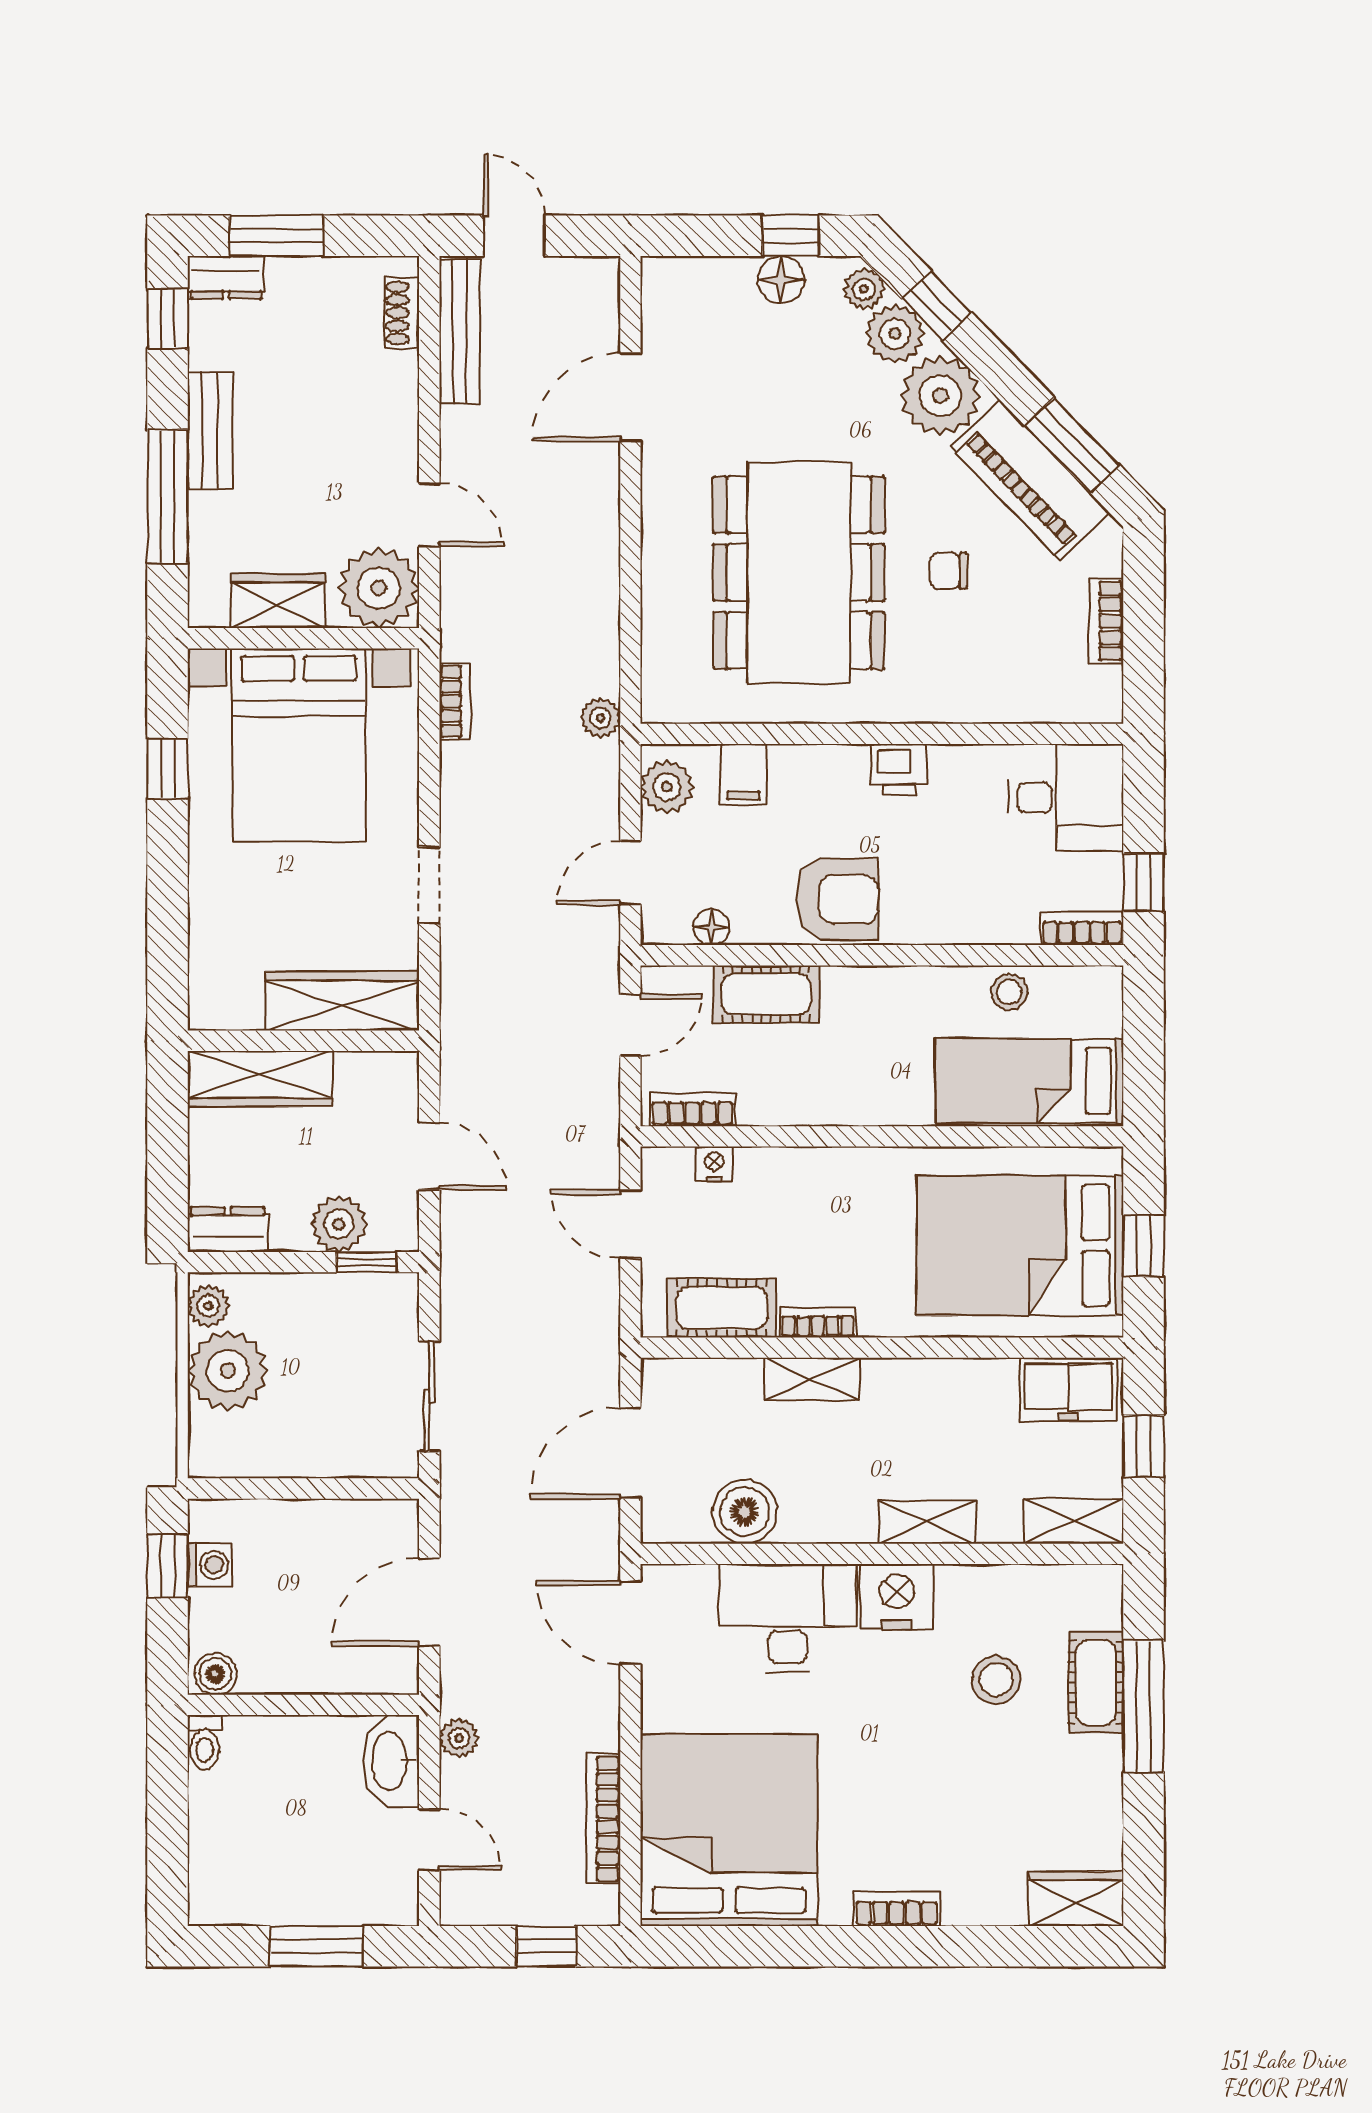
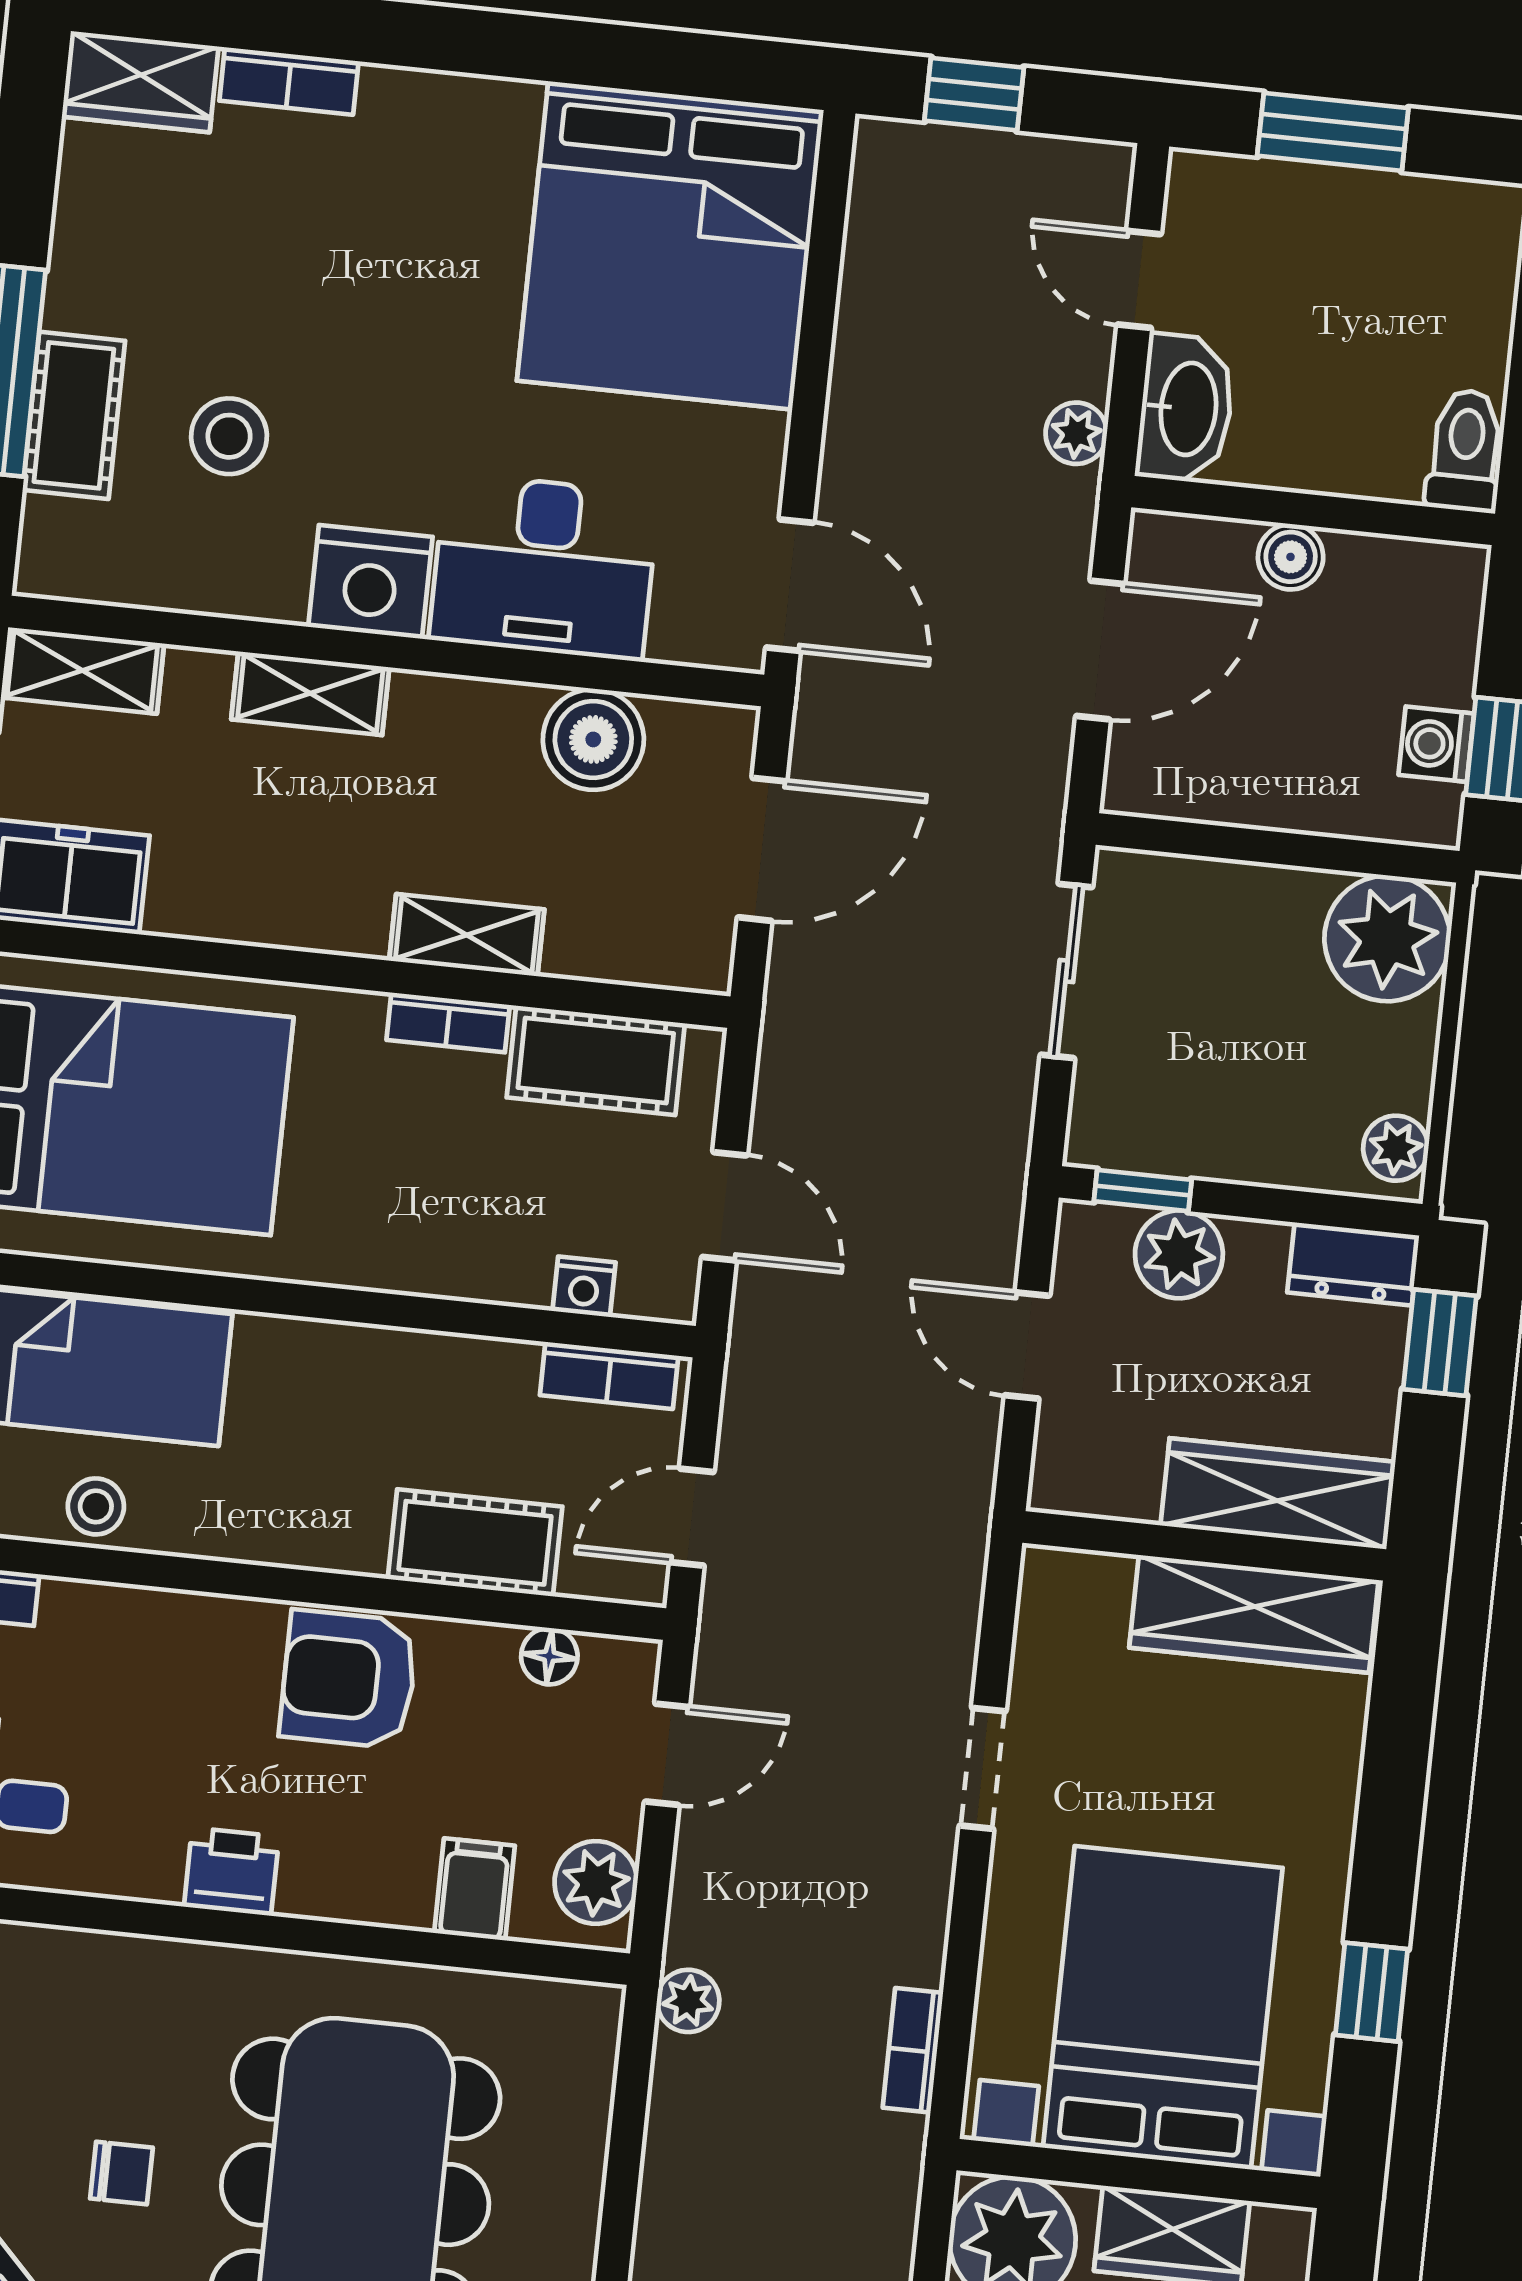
wardrobe: (342, 1001) -> (1254, 1614), moved
window: (168, 1185) -> (1440, 1343), added
plant: (228, 1371) -> (1387, 938), moved
boiler: (215, 1674) -> (1291, 557), moved
toilet: (205, 1742) -> (1465, 451), width x1.37, depth x1.39
bookcase: (604, 1819) -> (864, 284), removed
bookcase: (897, 1909) -> (289, 81), moved

